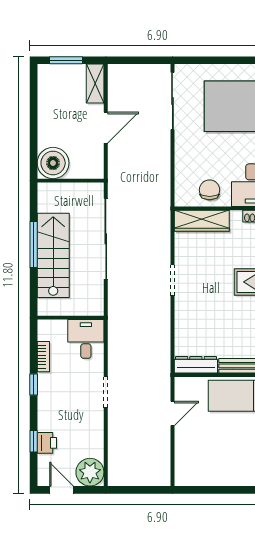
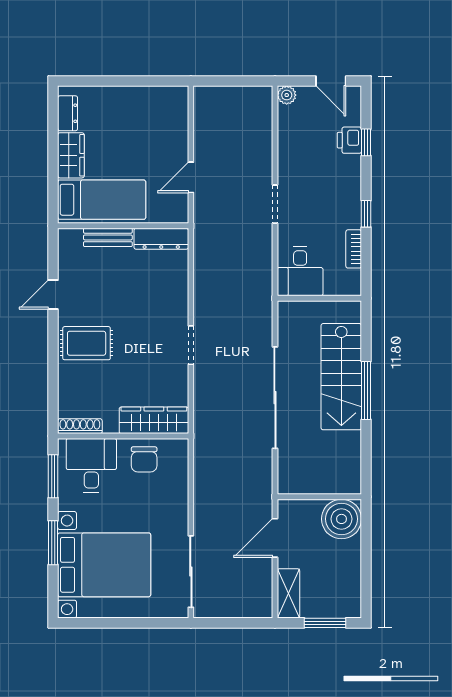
boiler: (53, 163) -> (342, 519), moved
wall: (71, 181) -> (319, 497), moved
plant: (90, 472) -> (287, 95), width x0.53, depth x0.53

